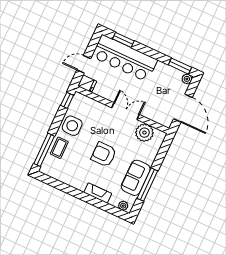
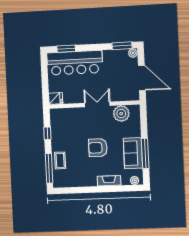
door: (84, 64) -> (45, 84), removed
window: (67, 100) -> (47, 133), moved
side table: (72, 126) -> (61, 138), removed

